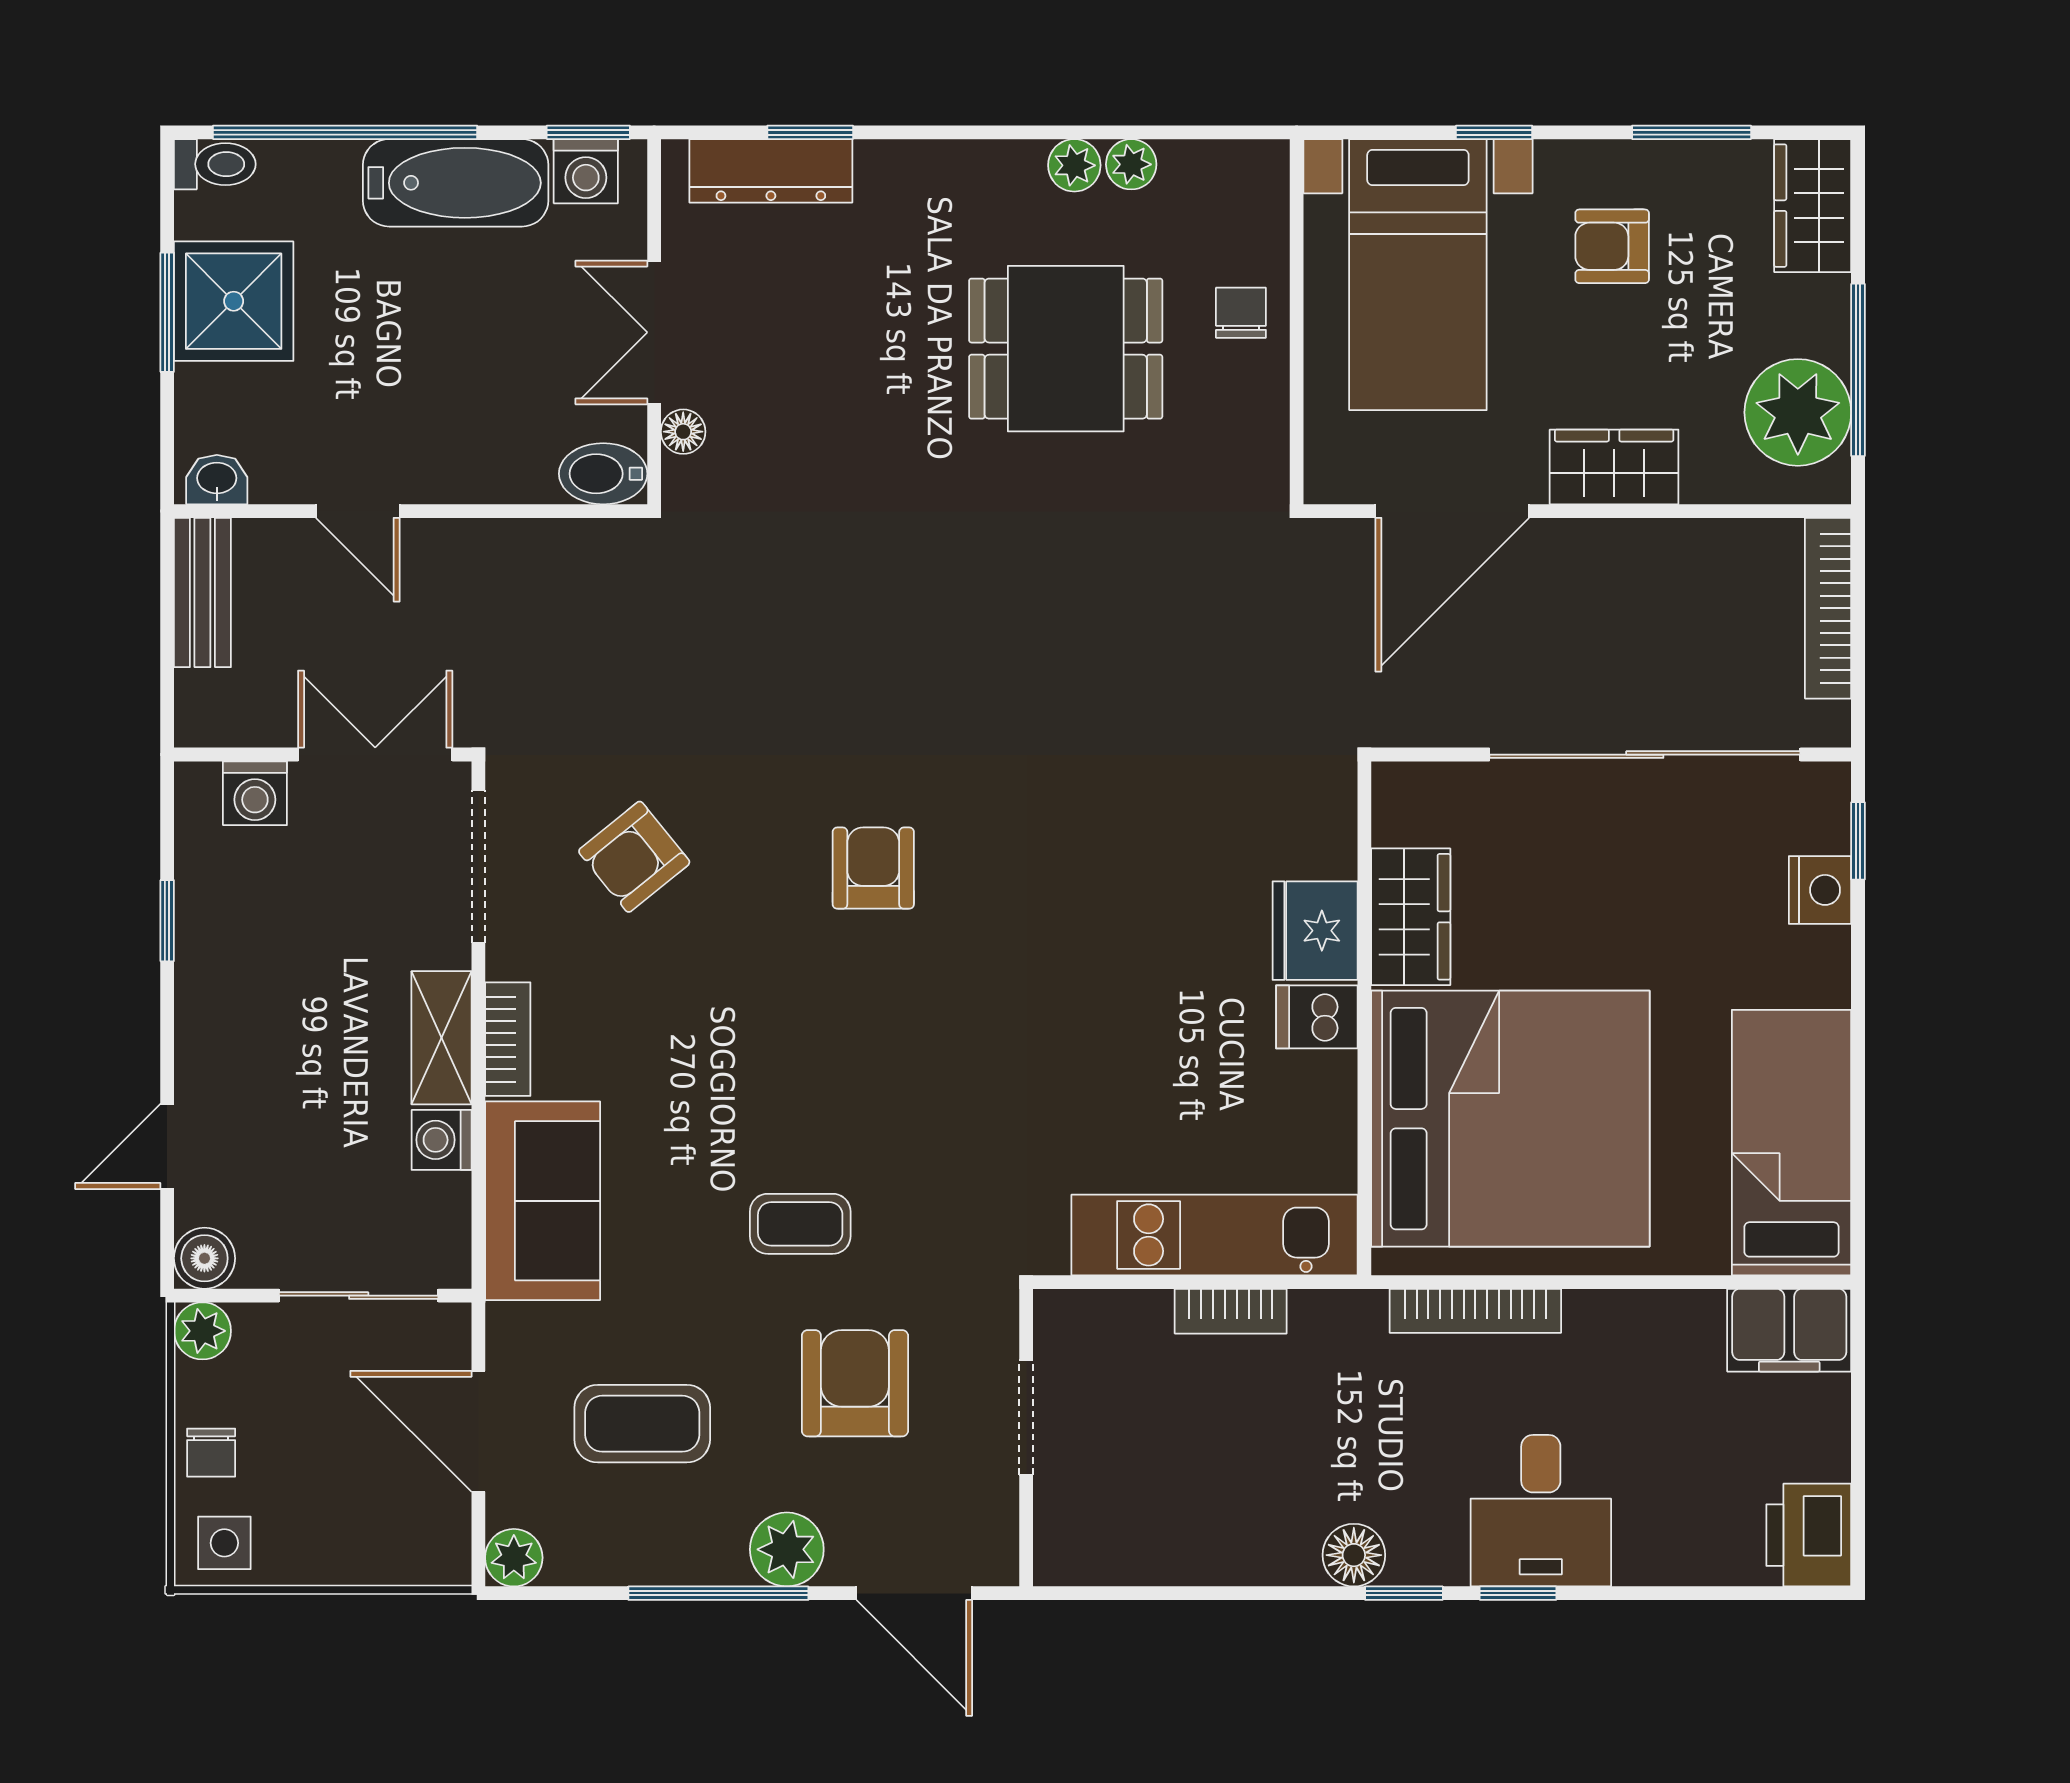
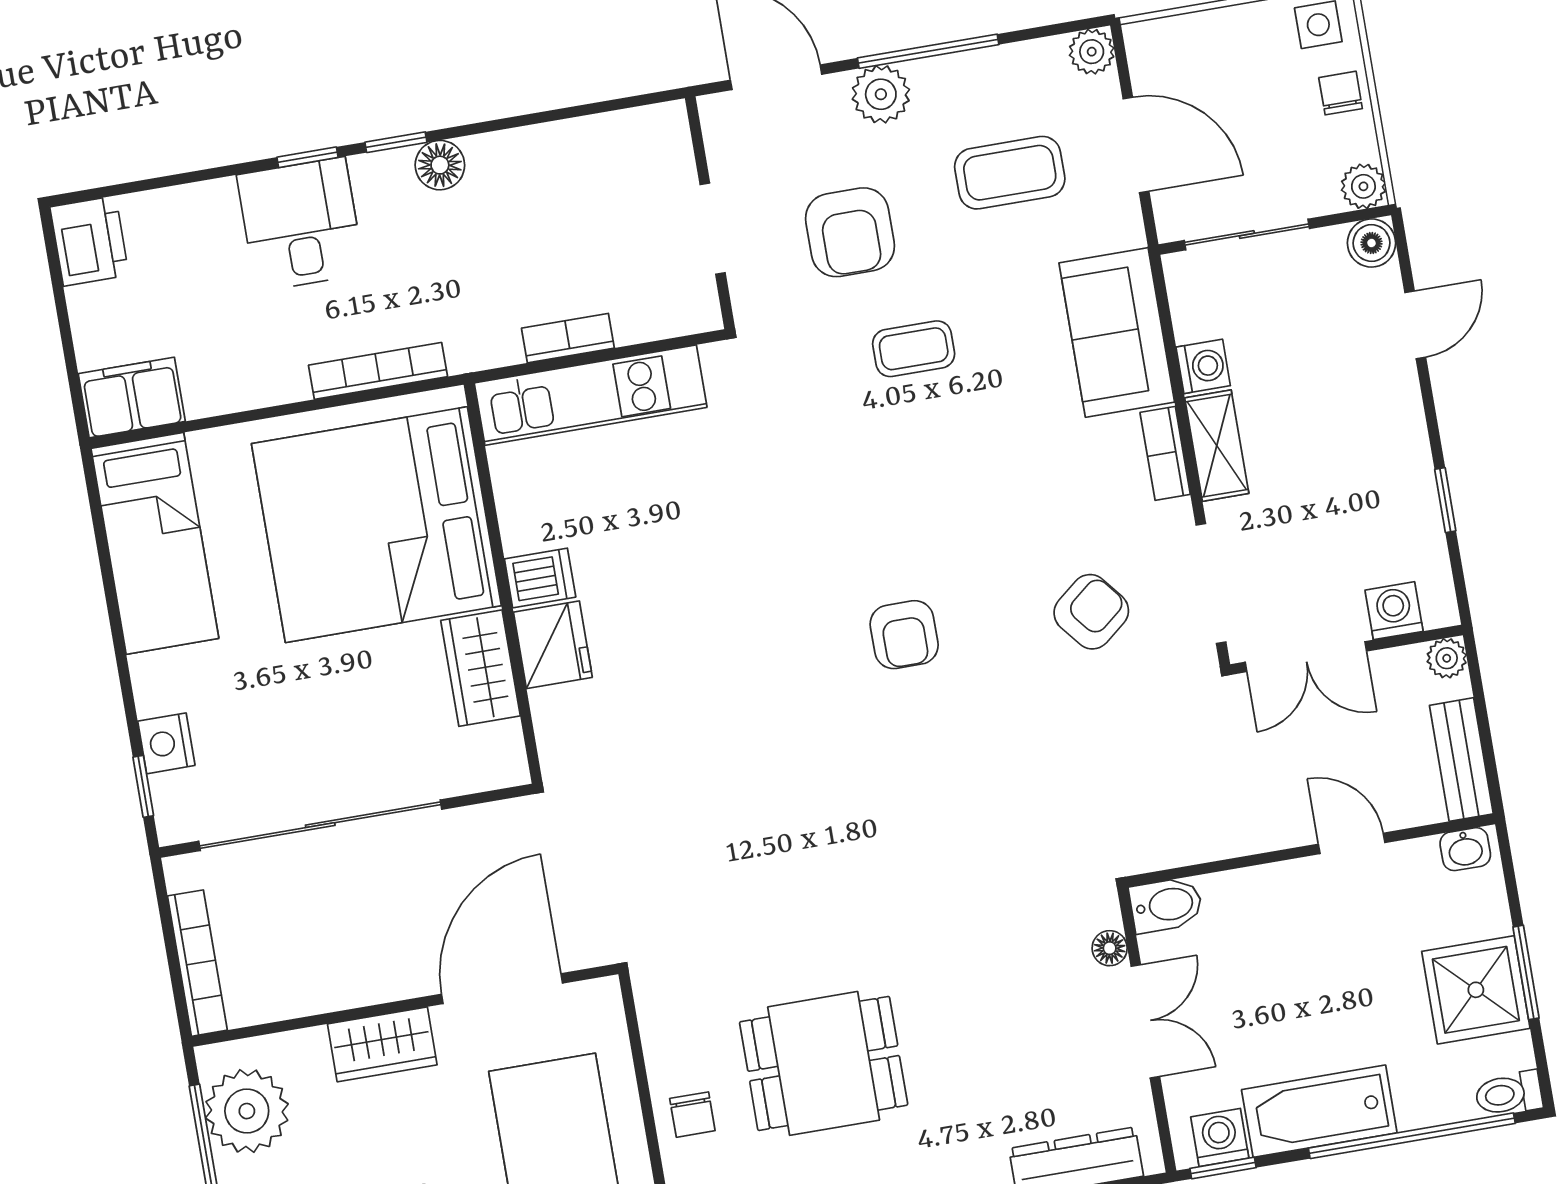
plant: (199, 722) -> (1447, 658), added

